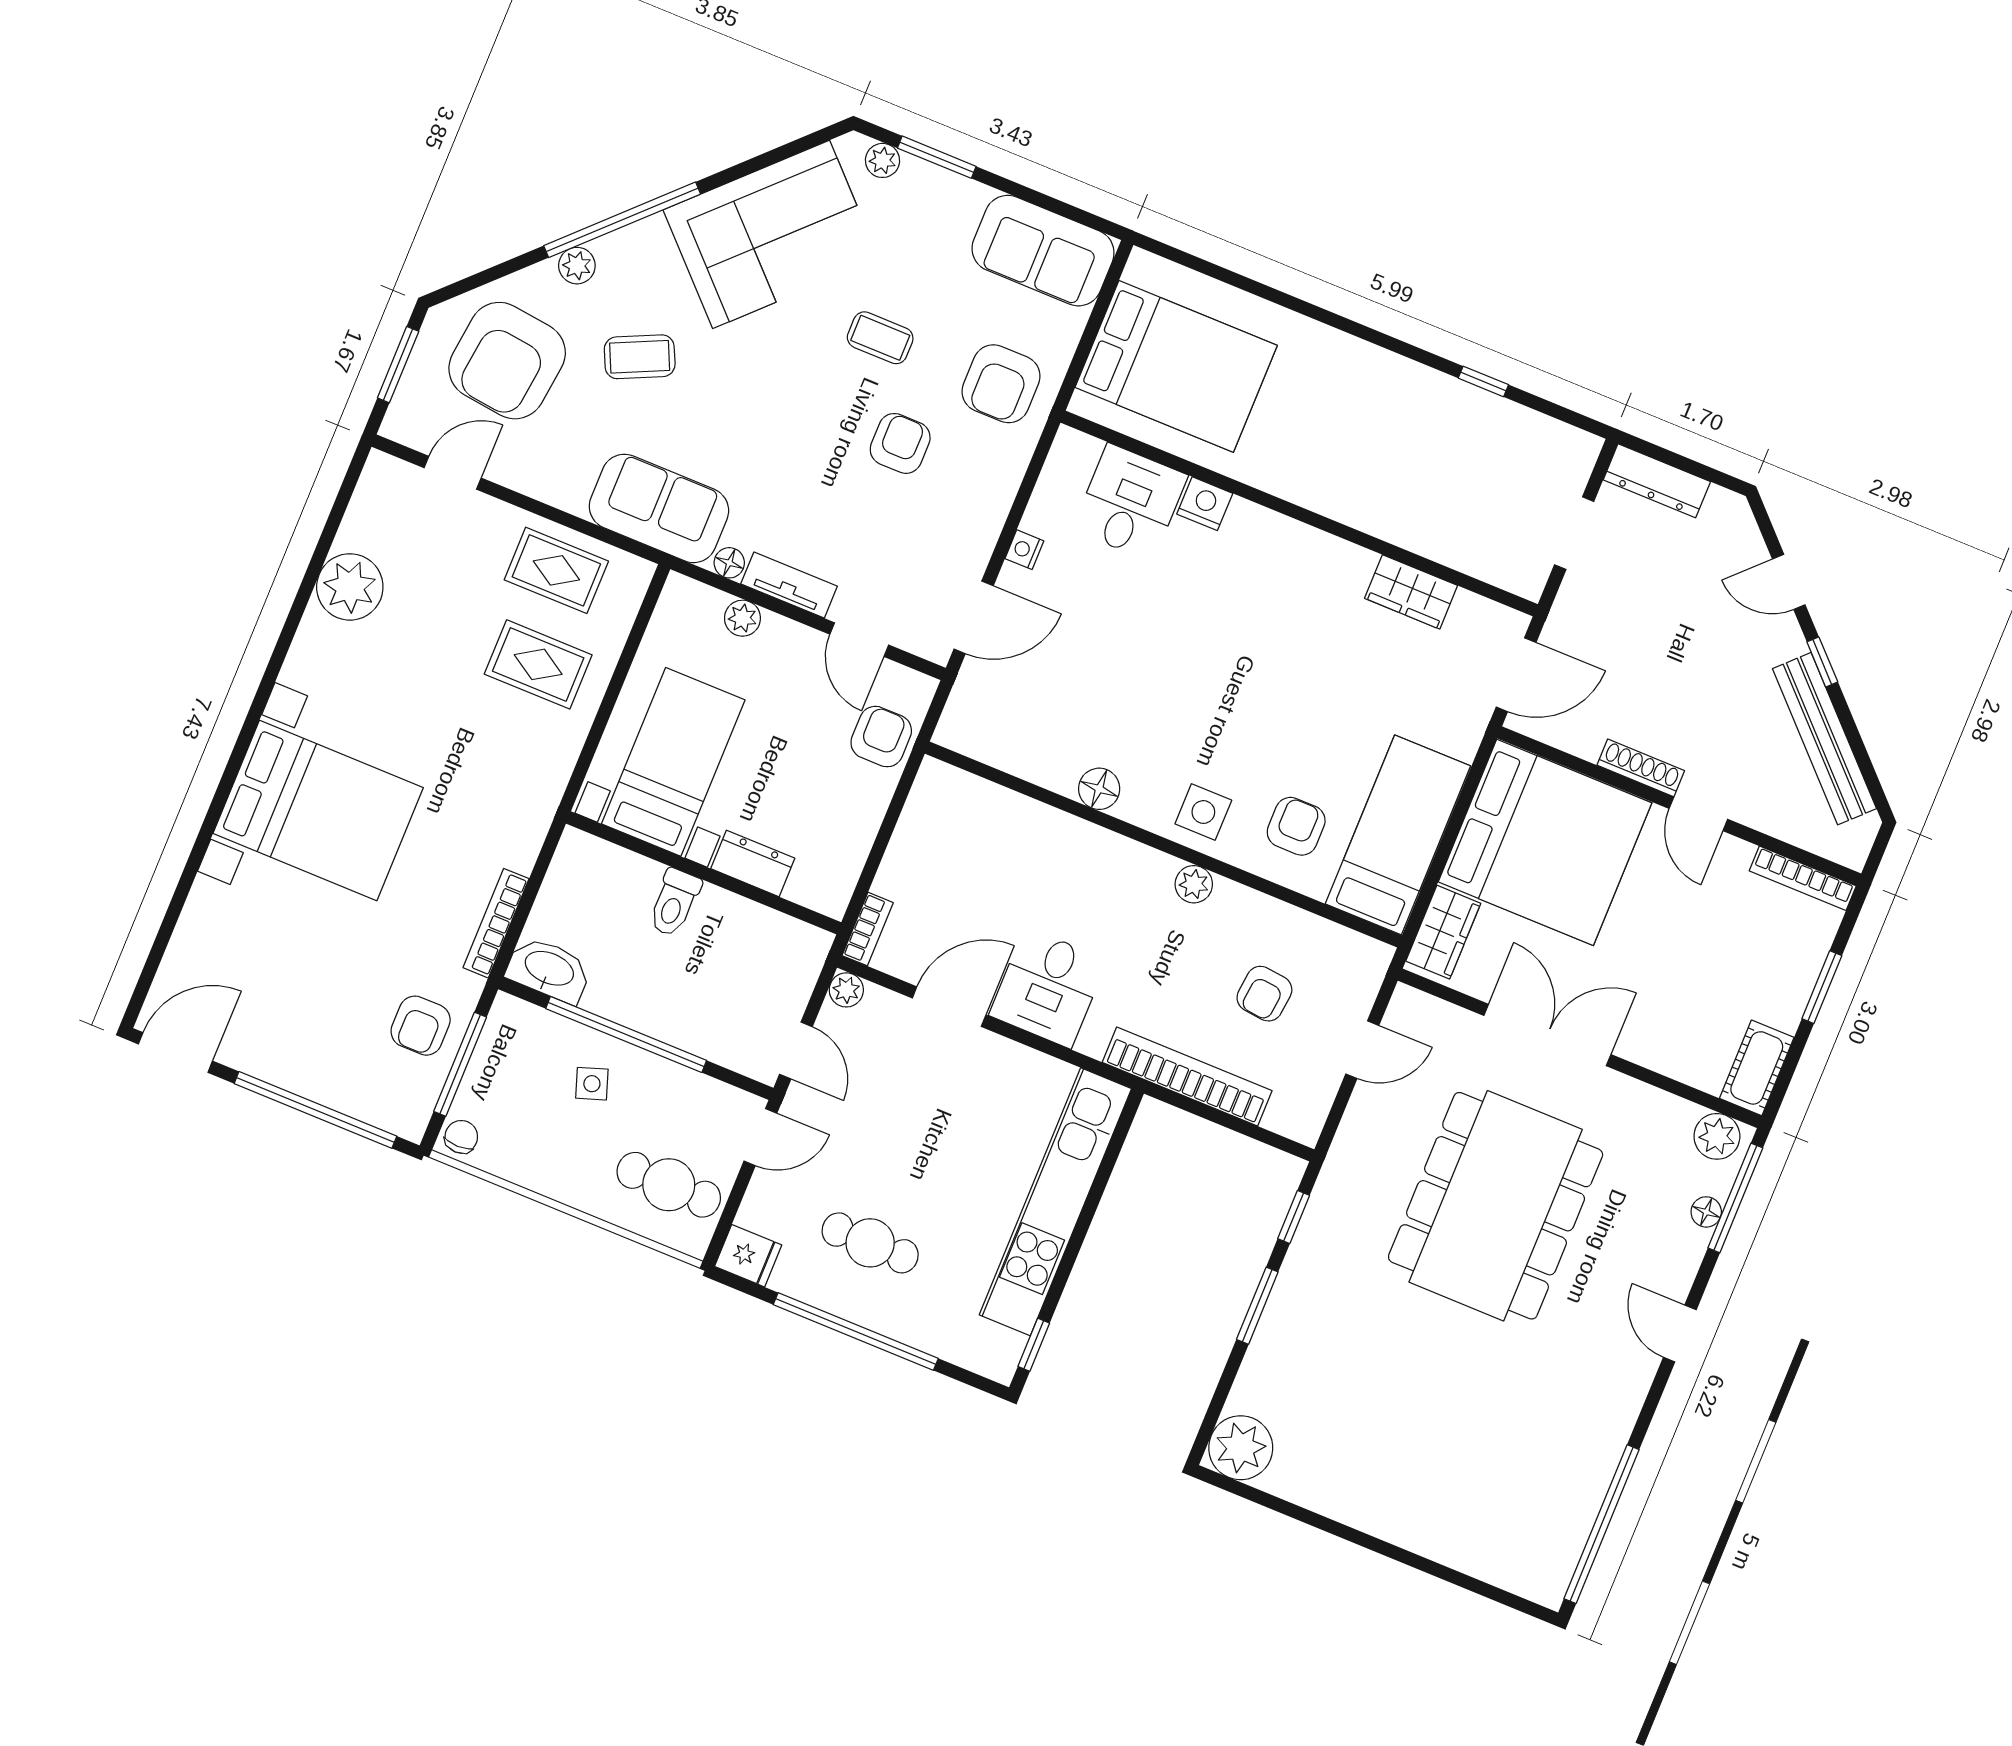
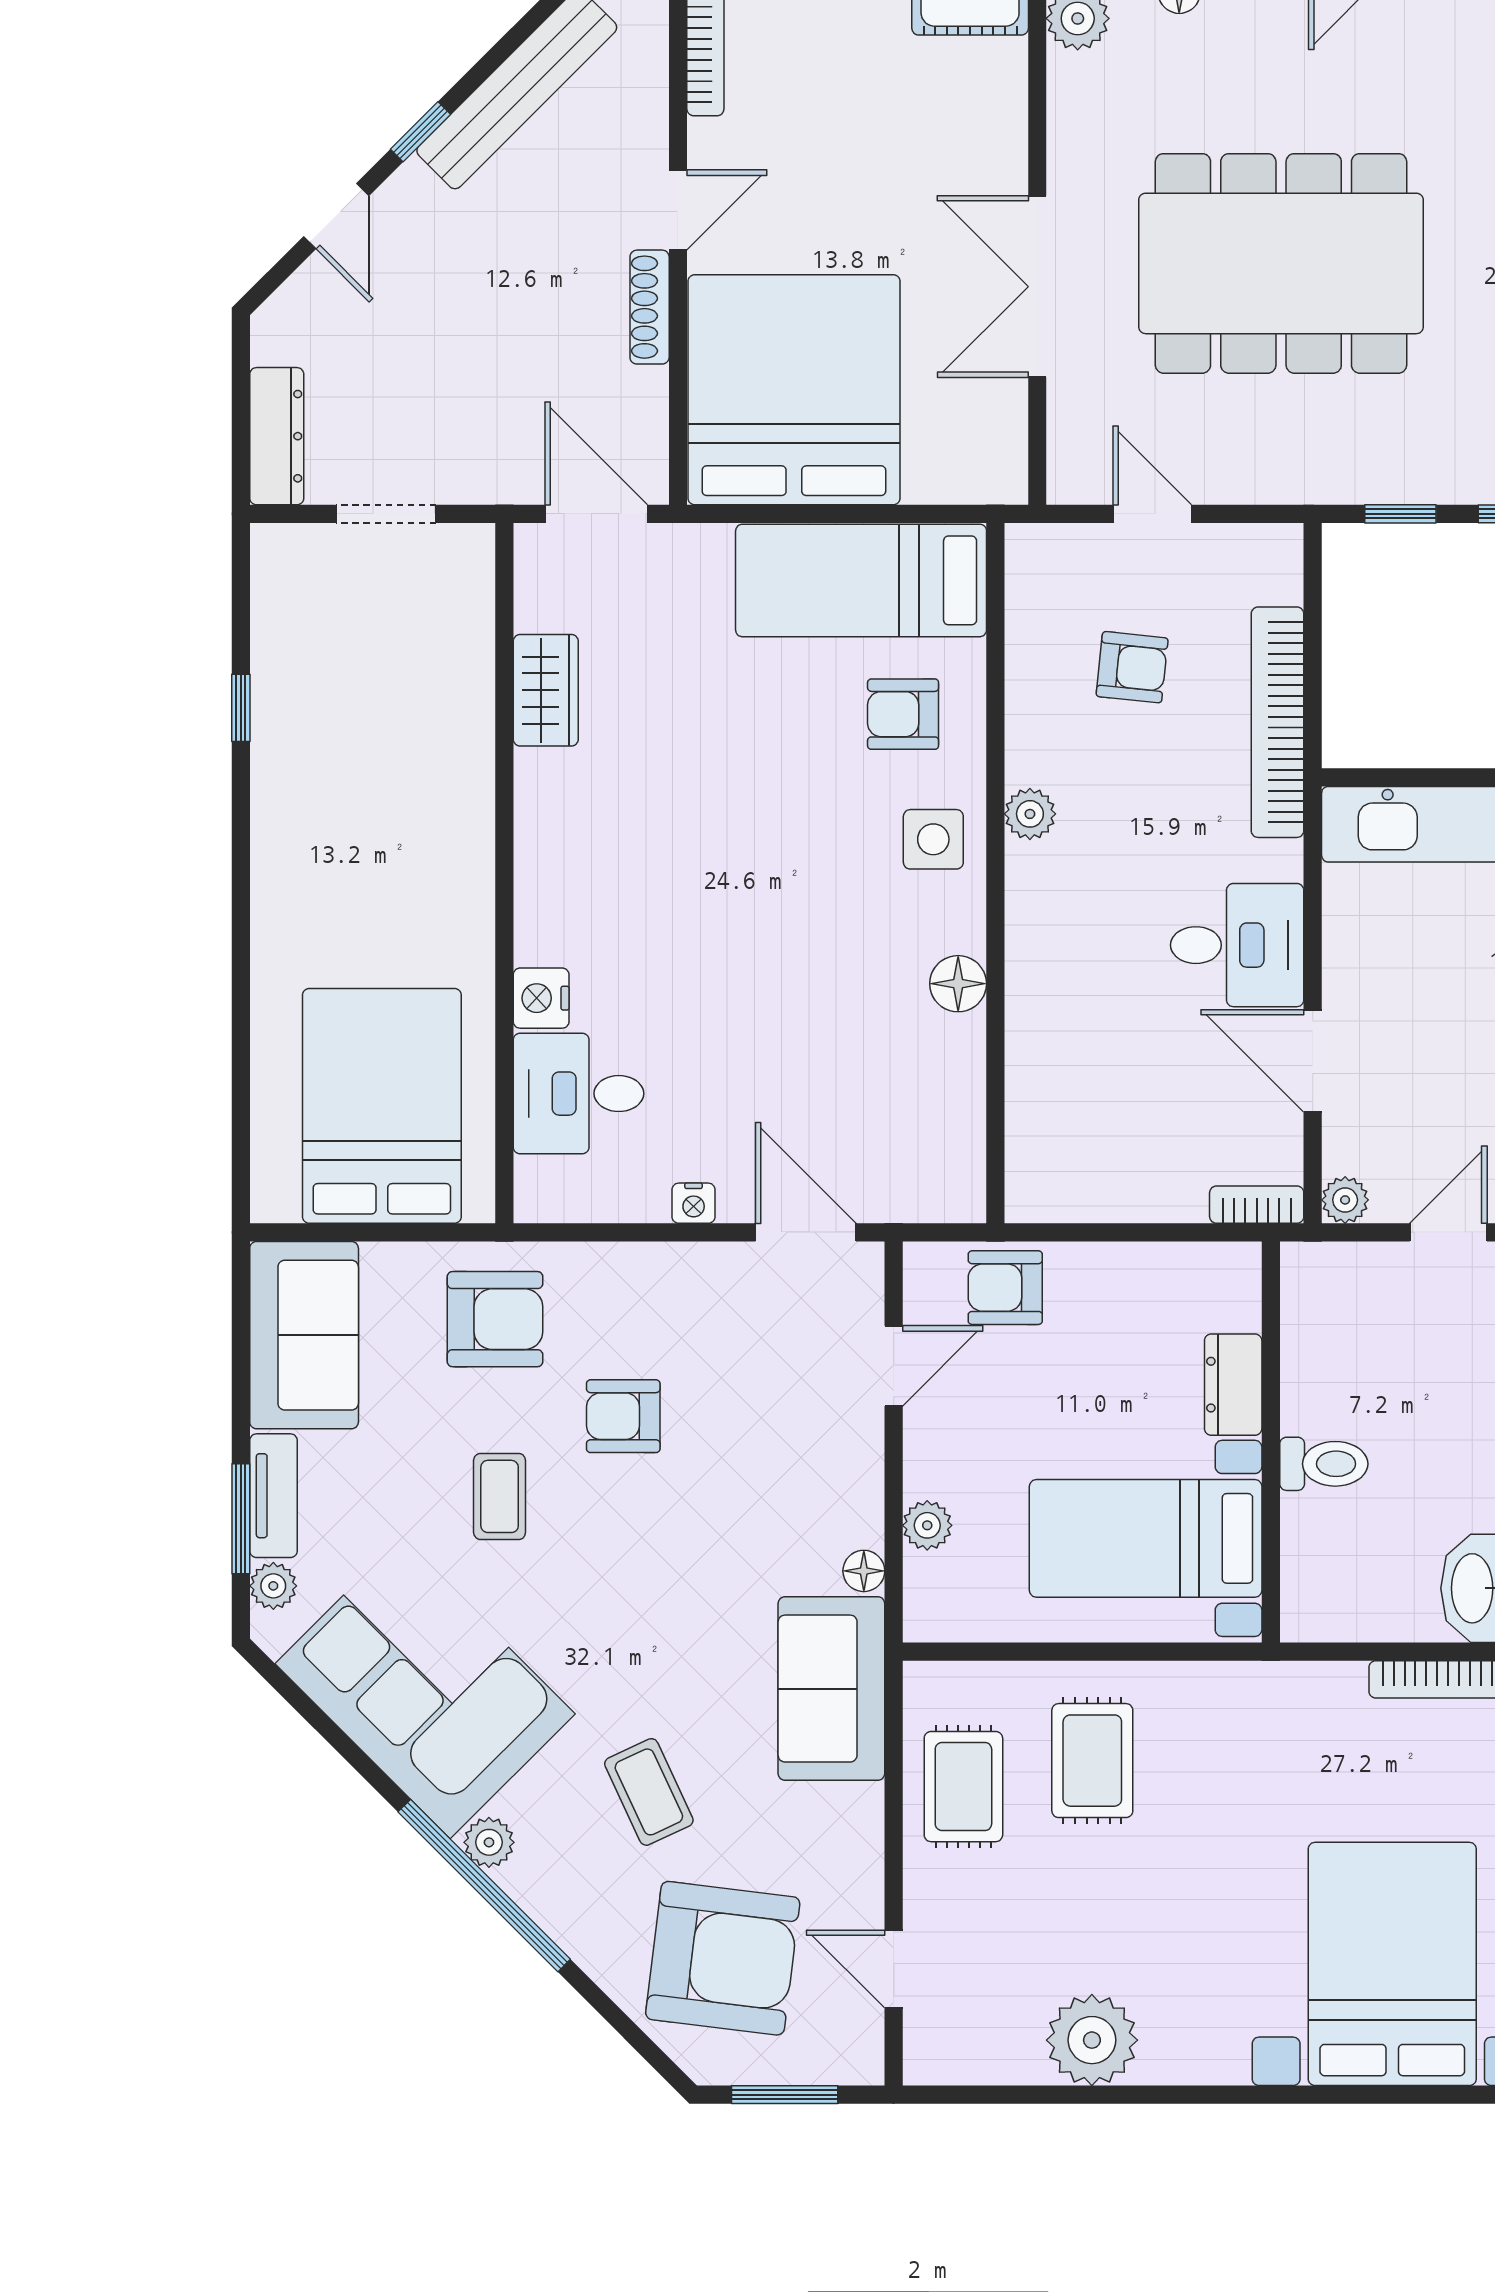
plant: (577, 266) -> (489, 1842), moved
tv unit: (789, 585) -> (274, 1496), moved, turned 180
wardrobe: (1443, 932) -> (961, 472), removed

